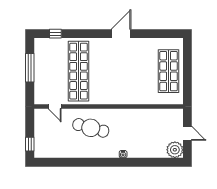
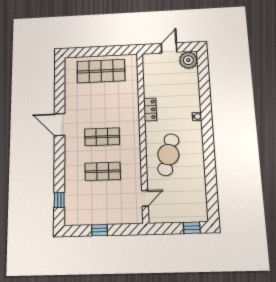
window: (30, 68) -> (100, 230), width x0.46
shop shelf: (79, 71) -> (103, 171), width x0.50, depth x0.74
shop shelf: (109, 71) -> (102, 137), added
locker: (131, 114) -> (150, 109), added

